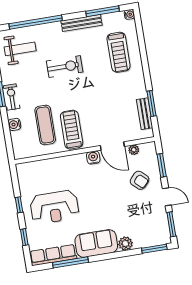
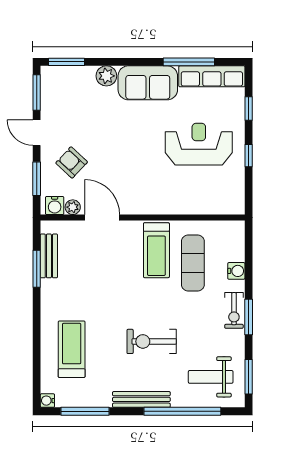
bench: (82, 23) -> (141, 399), moved
water cooler: (93, 158) -> (55, 206), moved

